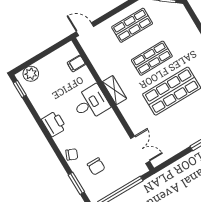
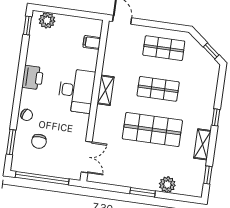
desk: (91, 103) -> (76, 91), width x1.37

